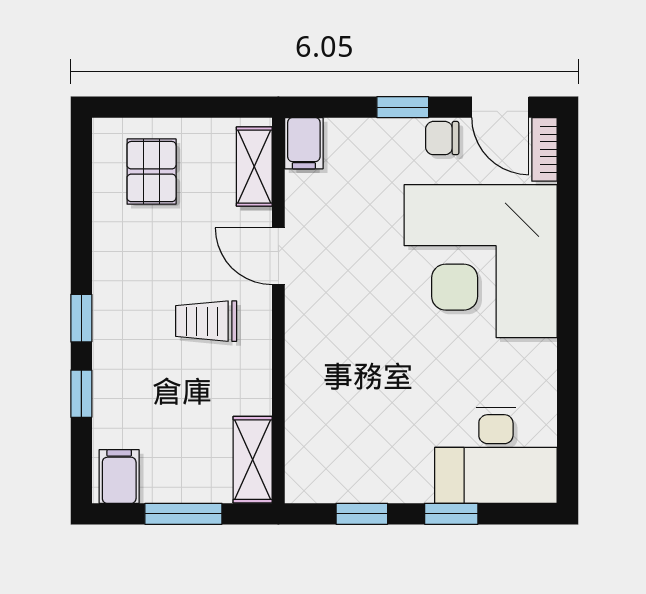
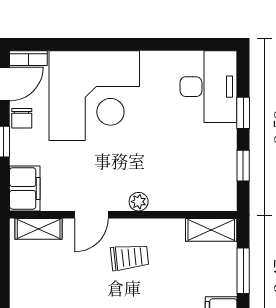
filing cabinet: (304, 143) -> (25, 188), width x2.00
pallet: (152, 172) -> (41, 290), removed
trolley: (206, 321) -> (130, 257), turned -96
plant: (301, 336) -> (139, 202), added

